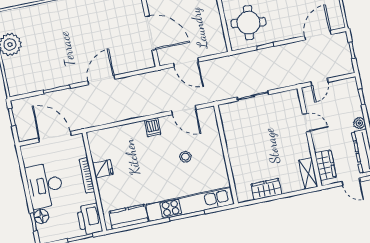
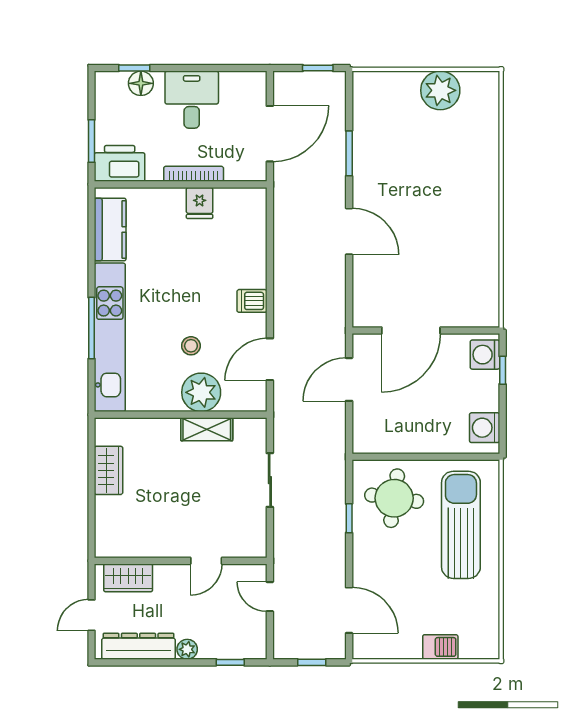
plant: (211, 145) -> (201, 392), added
shelving: (308, 173) -> (207, 429), moved
desk: (45, 185) -> (192, 100), width x0.73

